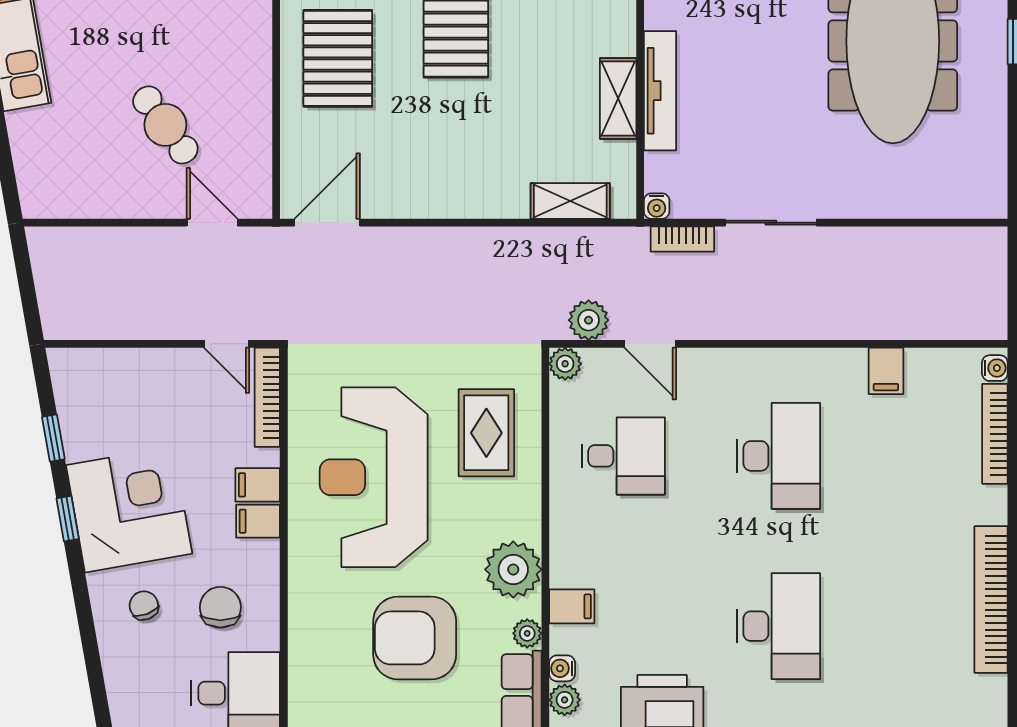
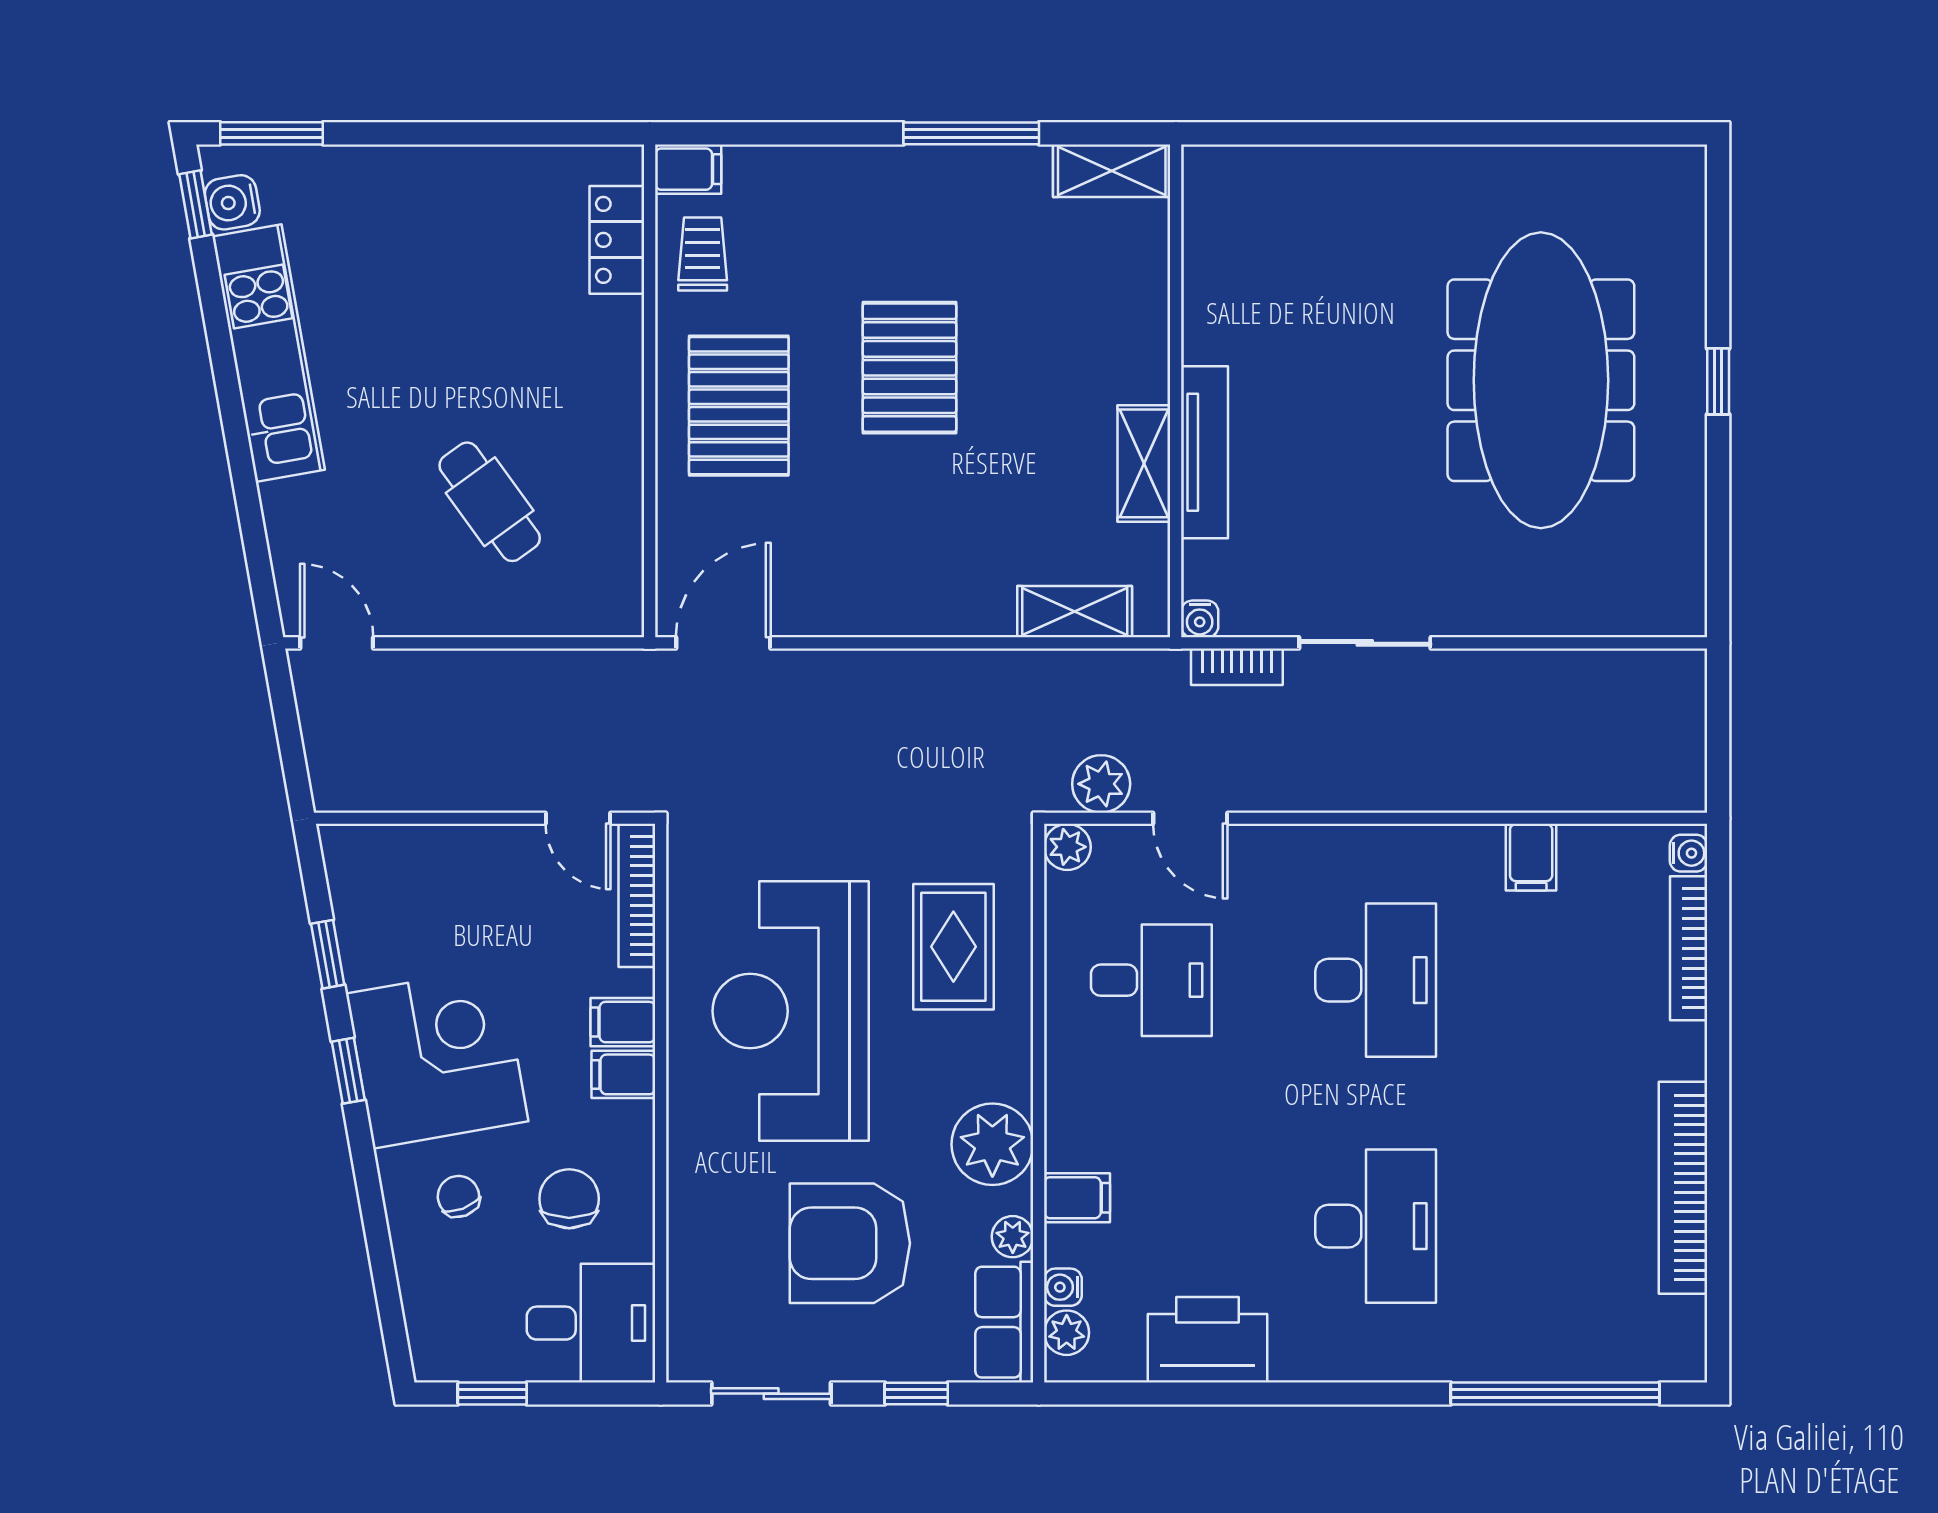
door: (212, 223) -> (337, 643), moved

